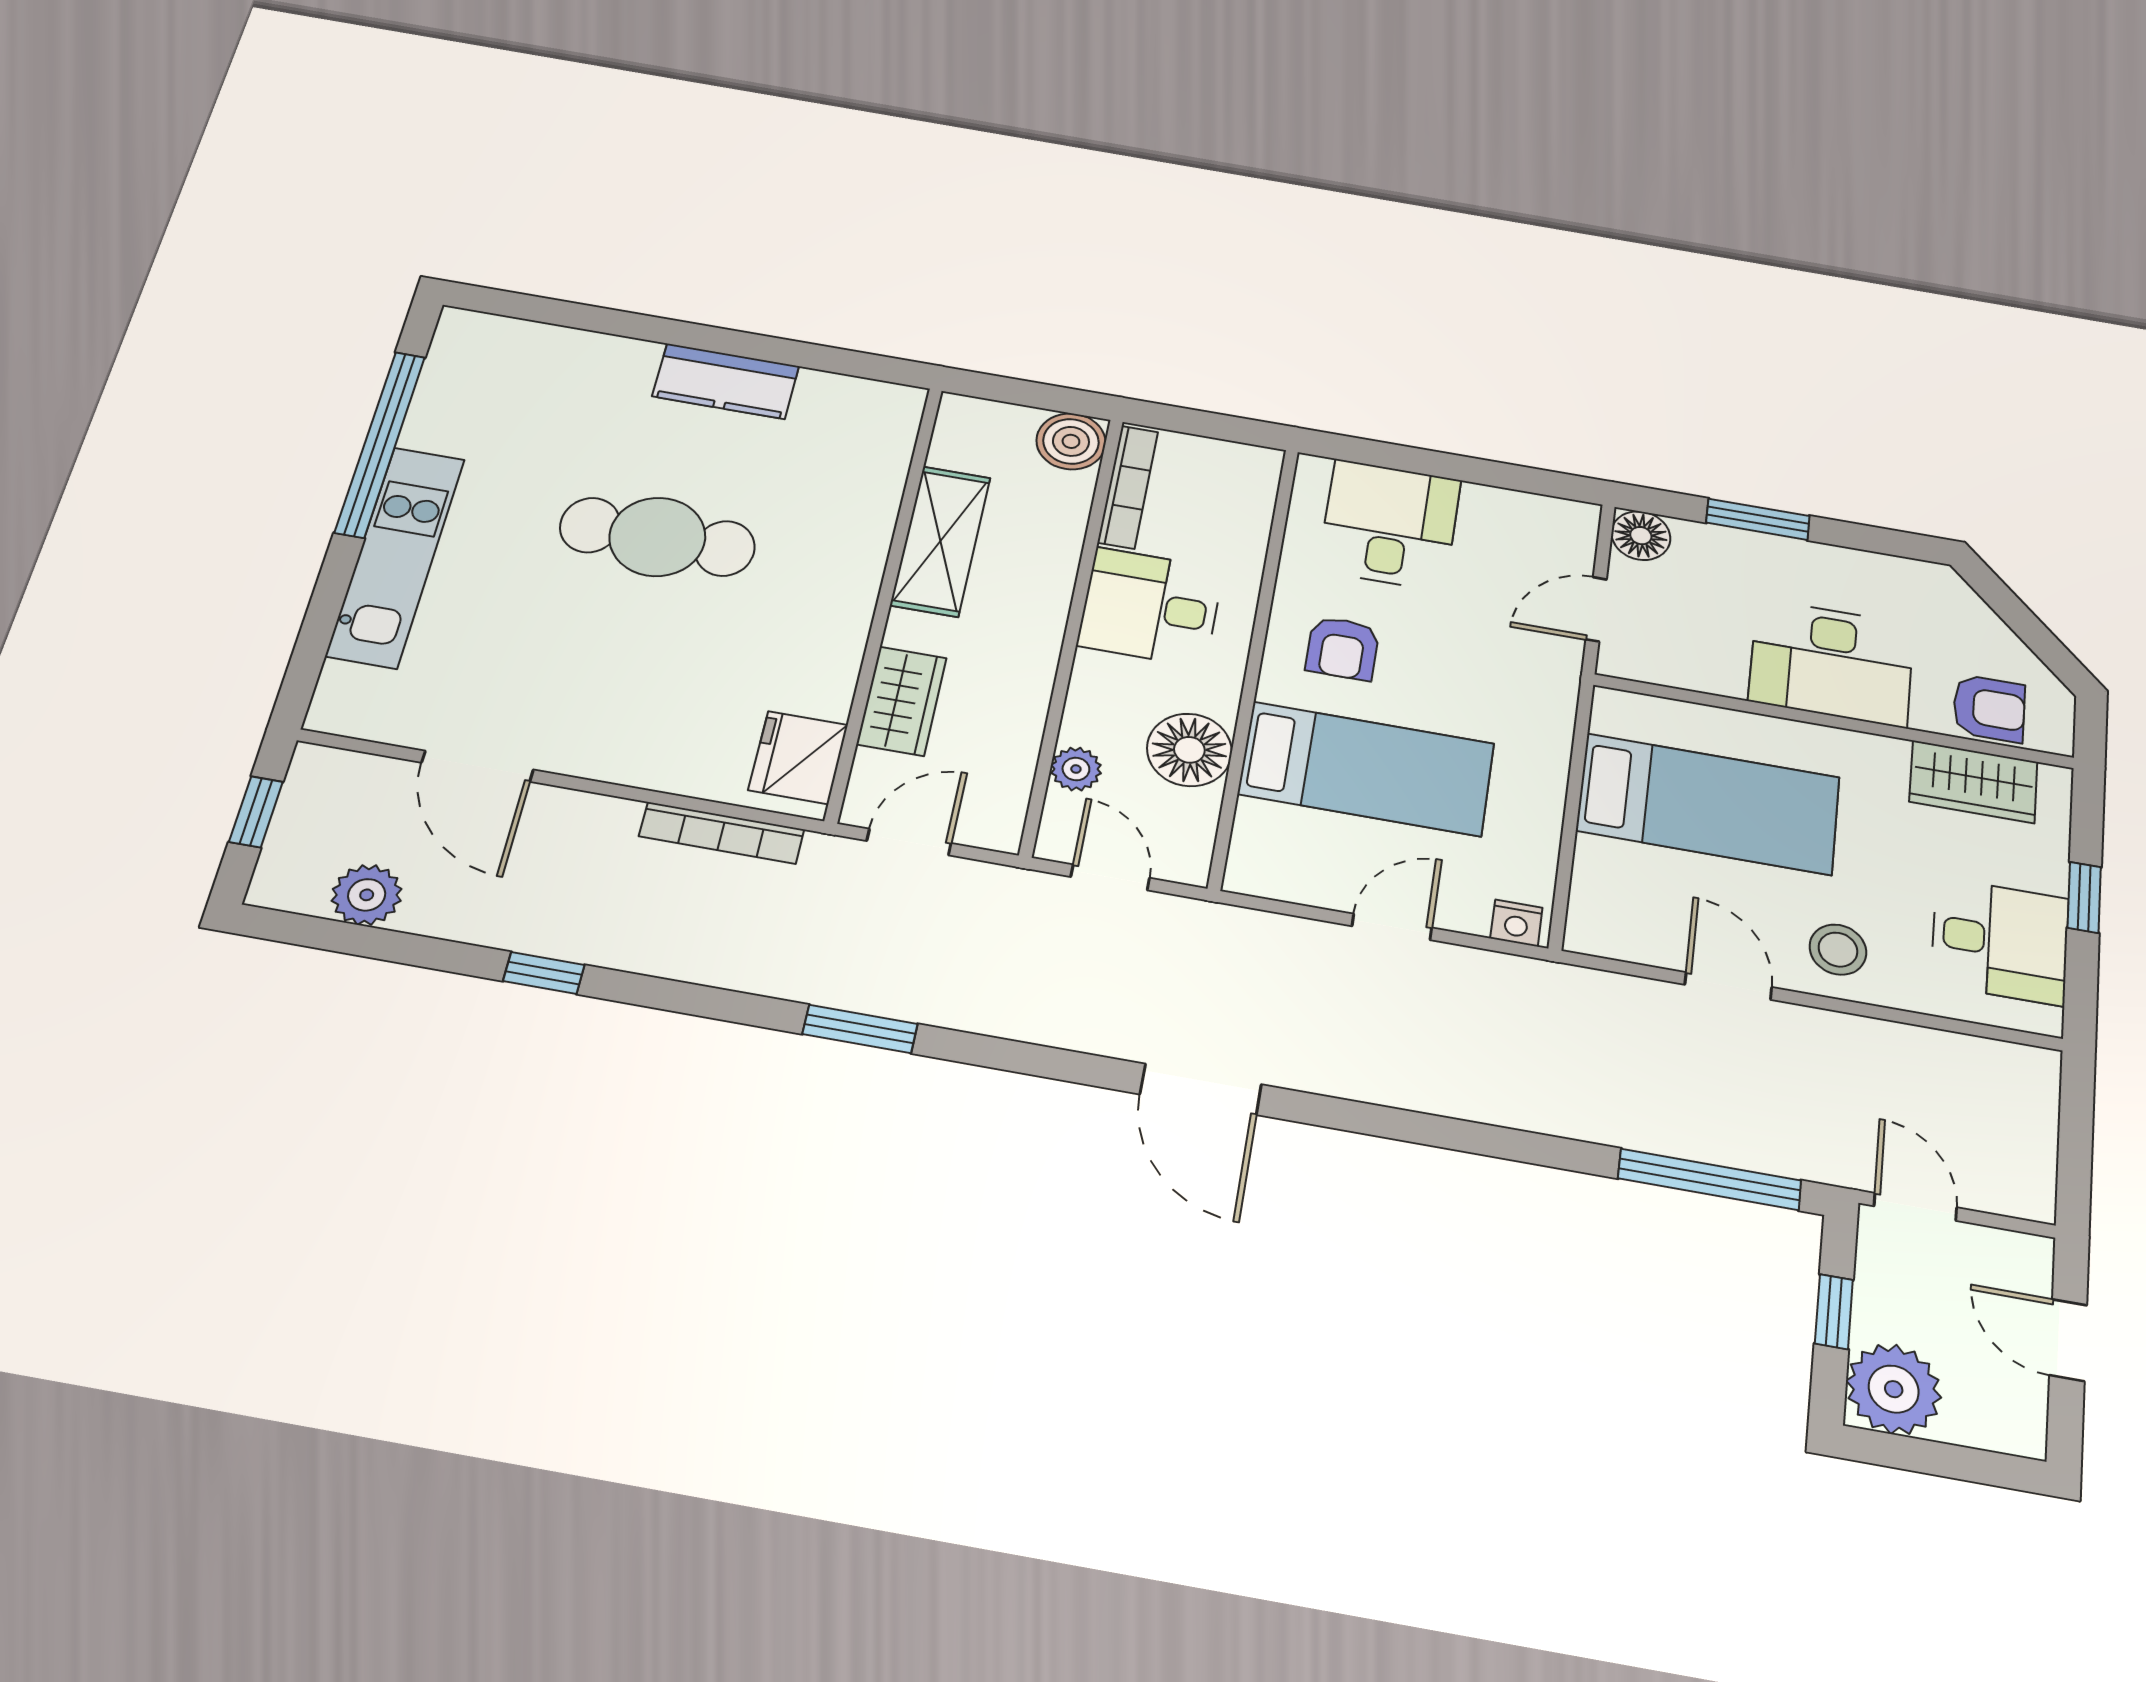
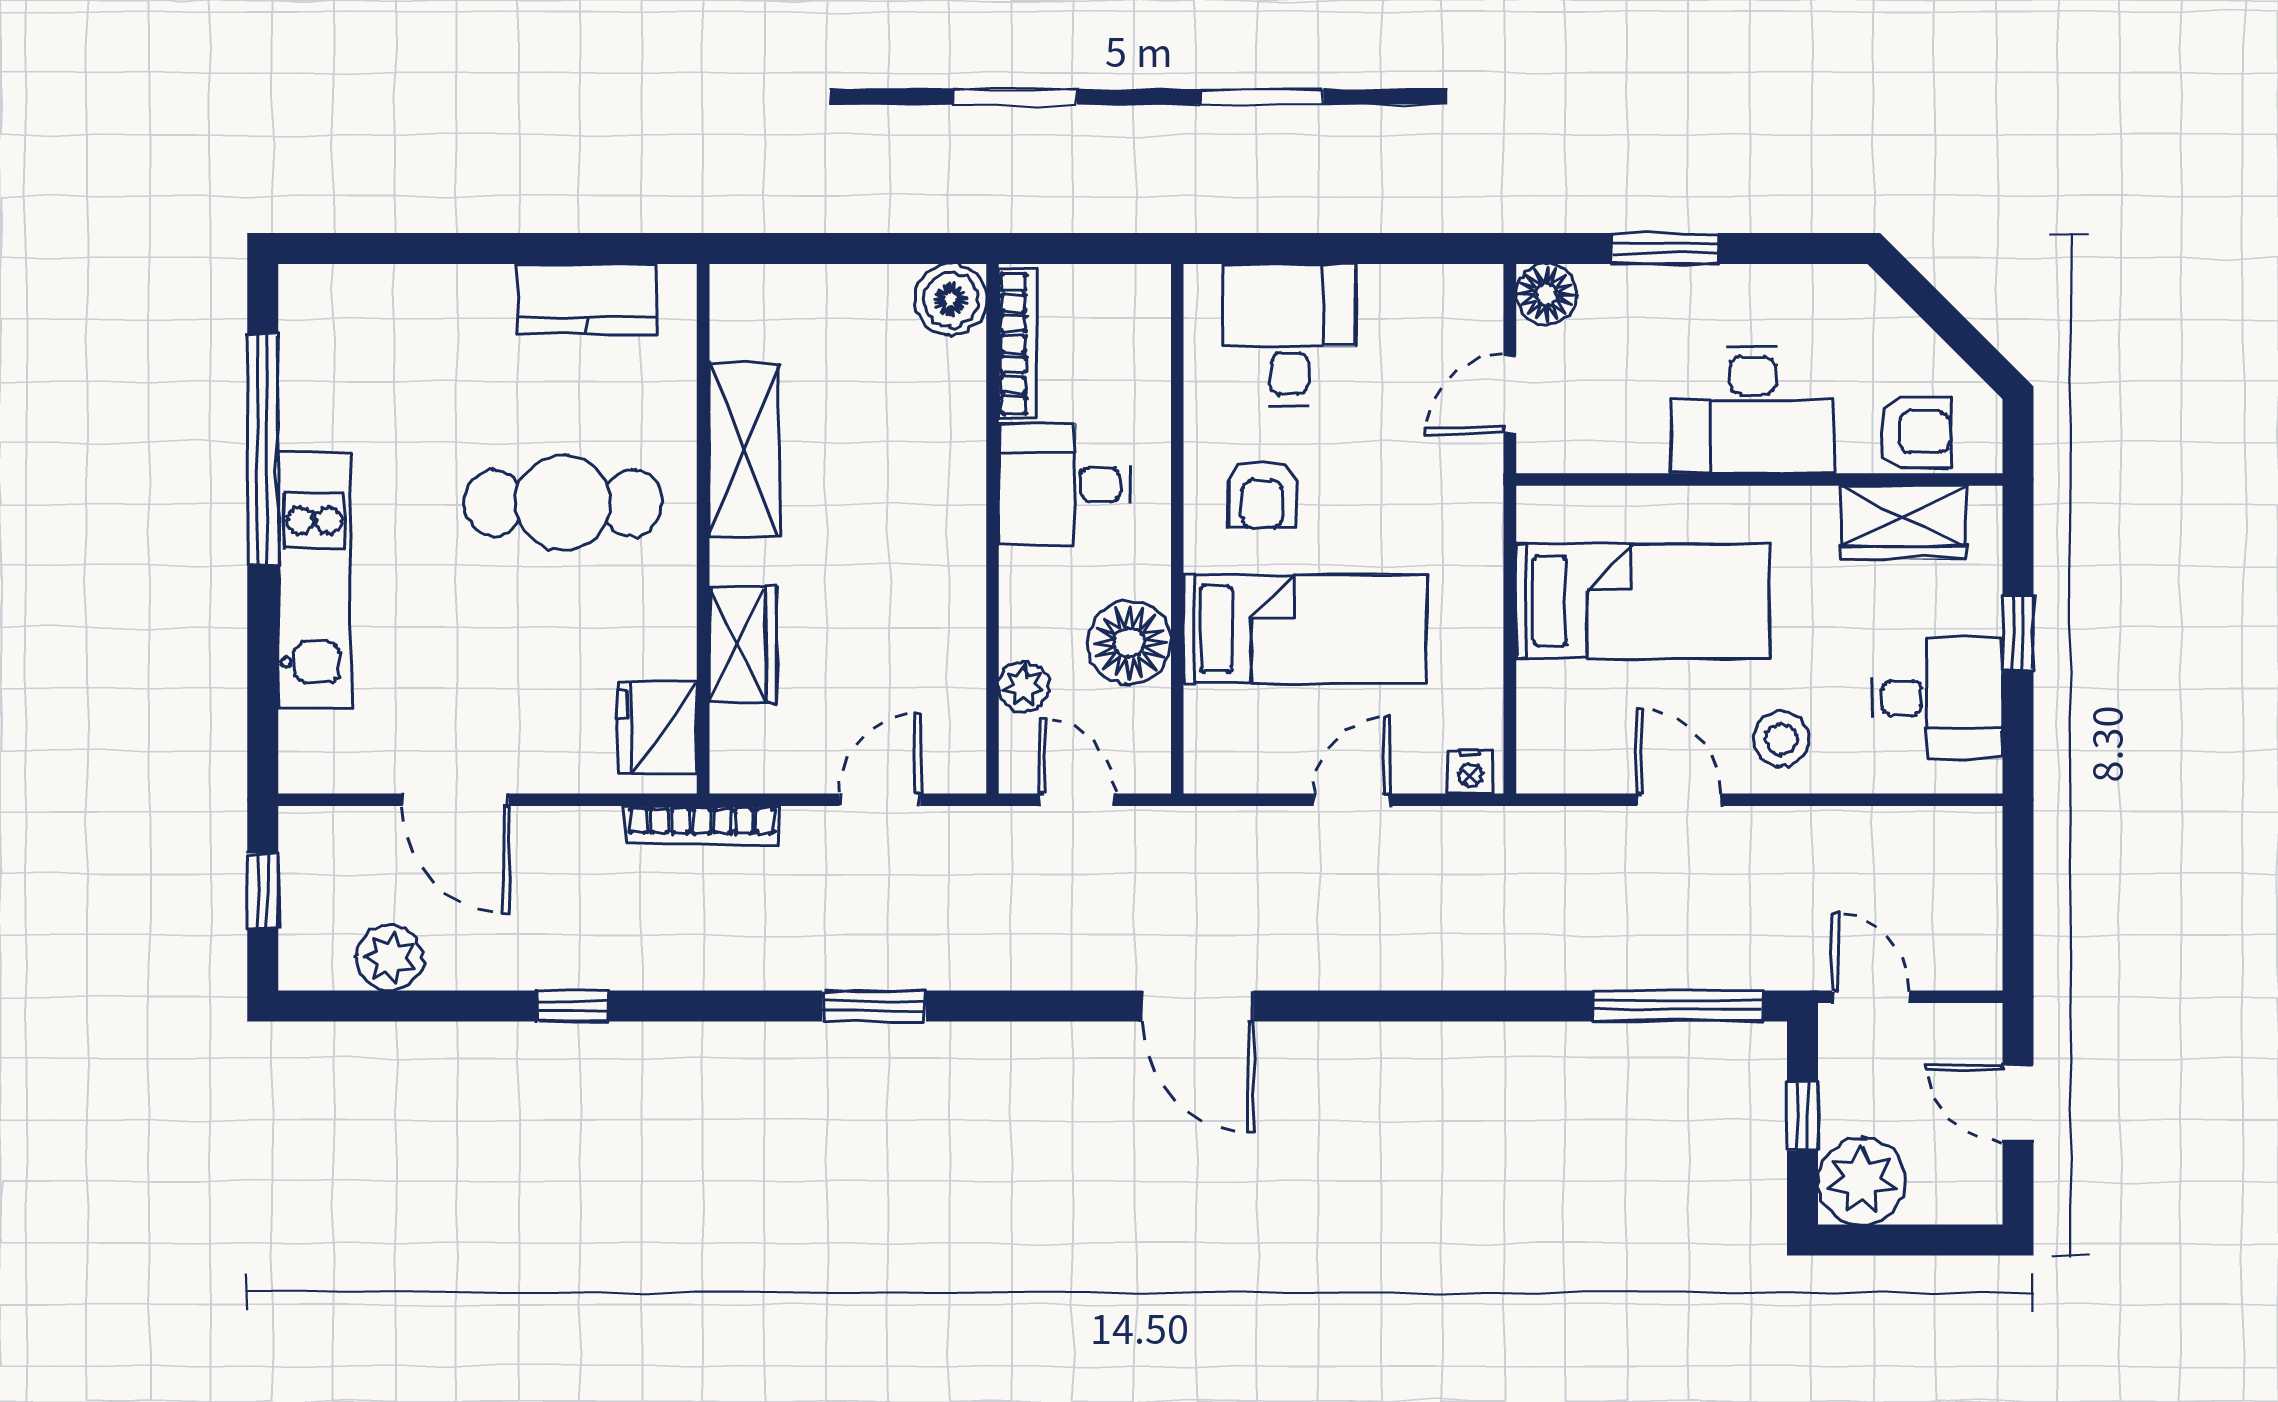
shelving: (940, 541) -> (744, 449), moved
wall: (885, 598) -> (703, 529), moved
wardrobe: (902, 701) -> (743, 644), moved
fridge: (798, 758) -> (657, 728), moved

